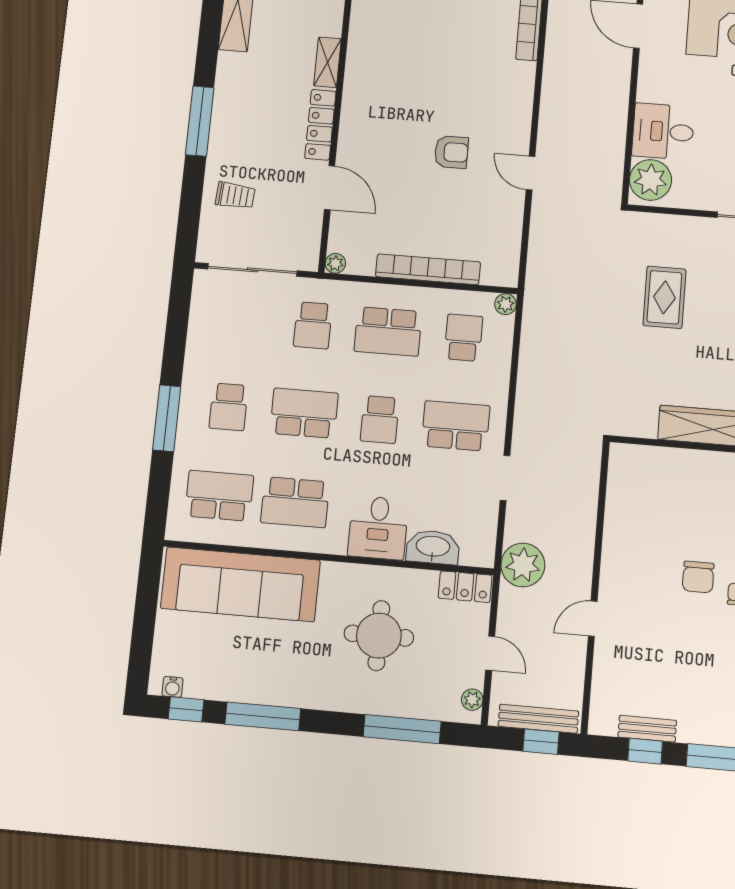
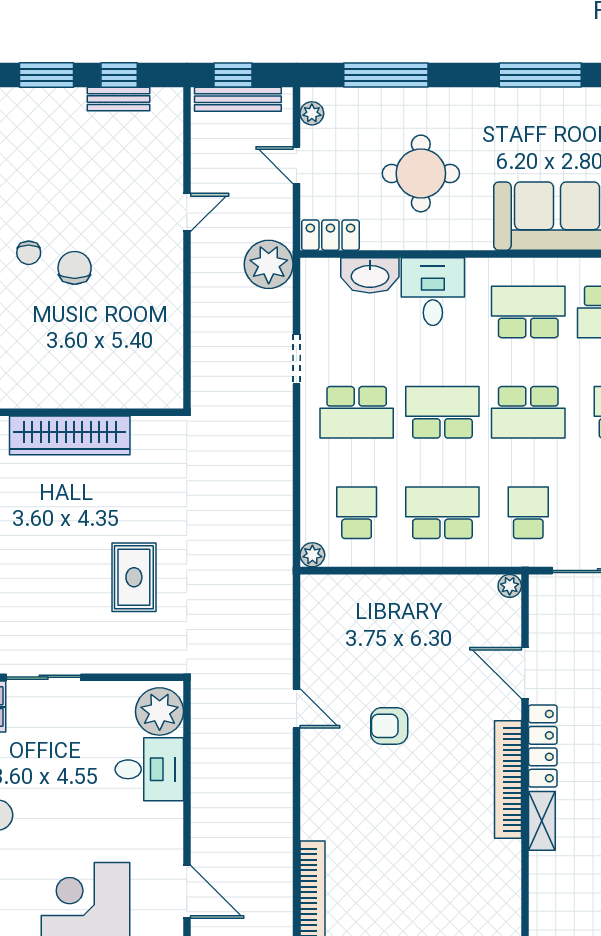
bookcase: (428, 269) -> (508, 780), moved, turned 90
school desk: (463, 338) -> (357, 513), turned 180
school desk: (380, 419) -> (442, 412), width x1.85

